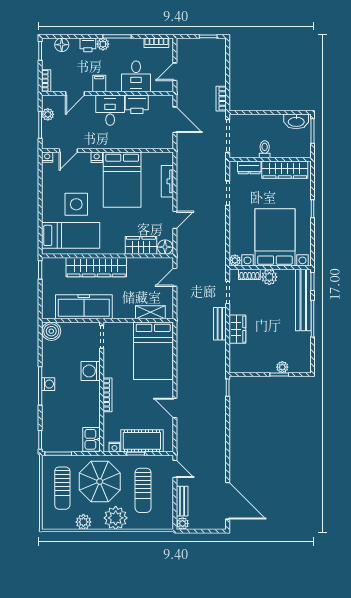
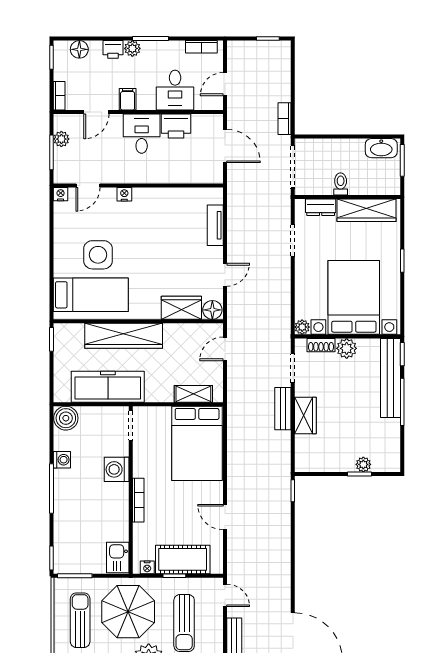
bed: (122, 180) -> (157, 223), removed
washing machine: (48, 384) -> (62, 460), moved
sun lounger: (62, 488) -> (80, 620), turned 180

